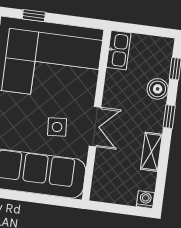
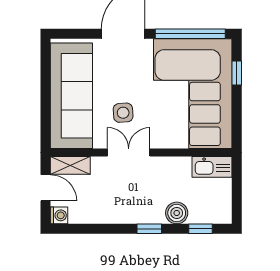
double door: (95, 127) -> (129, 153), swing flipped
shelving: (151, 152) -> (70, 165), moved
door: (118, 209) -> (46, 188), added

